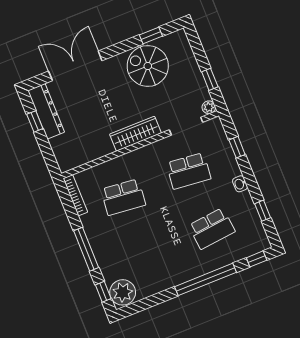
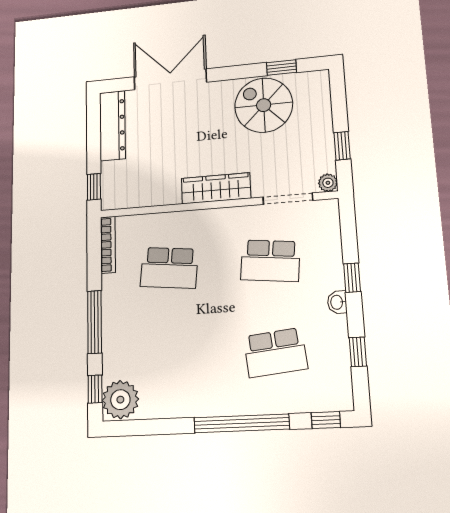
window: (35, 121) -> (94, 187), moved
window: (237, 147) -> (352, 278), moved

